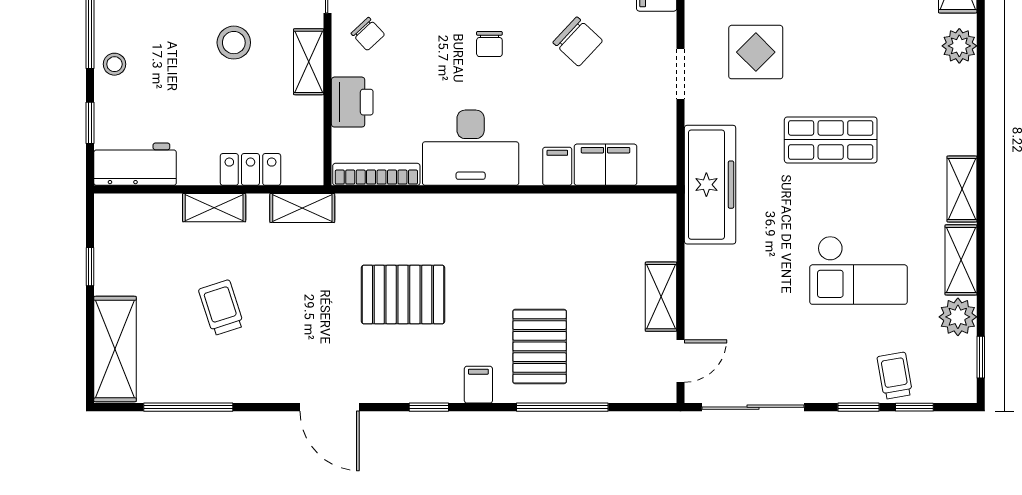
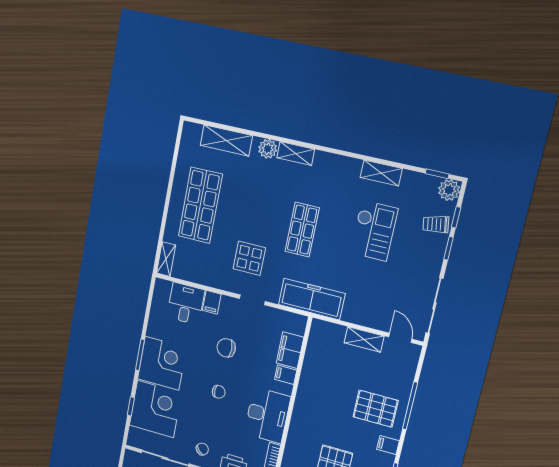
chair: (578, 42) -> (226, 348), turned -133
shelving: (962, 189) -> (296, 153), moved
plant: (958, 317) -> (449, 190), moved

